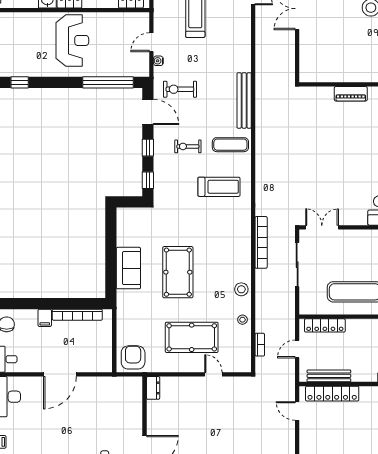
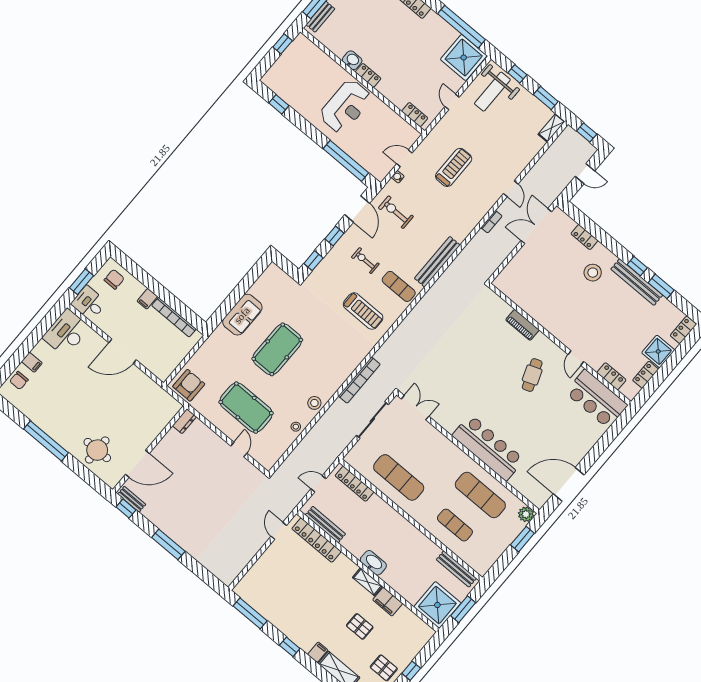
bookcase: (260, 345) -> (492, 222), moved

